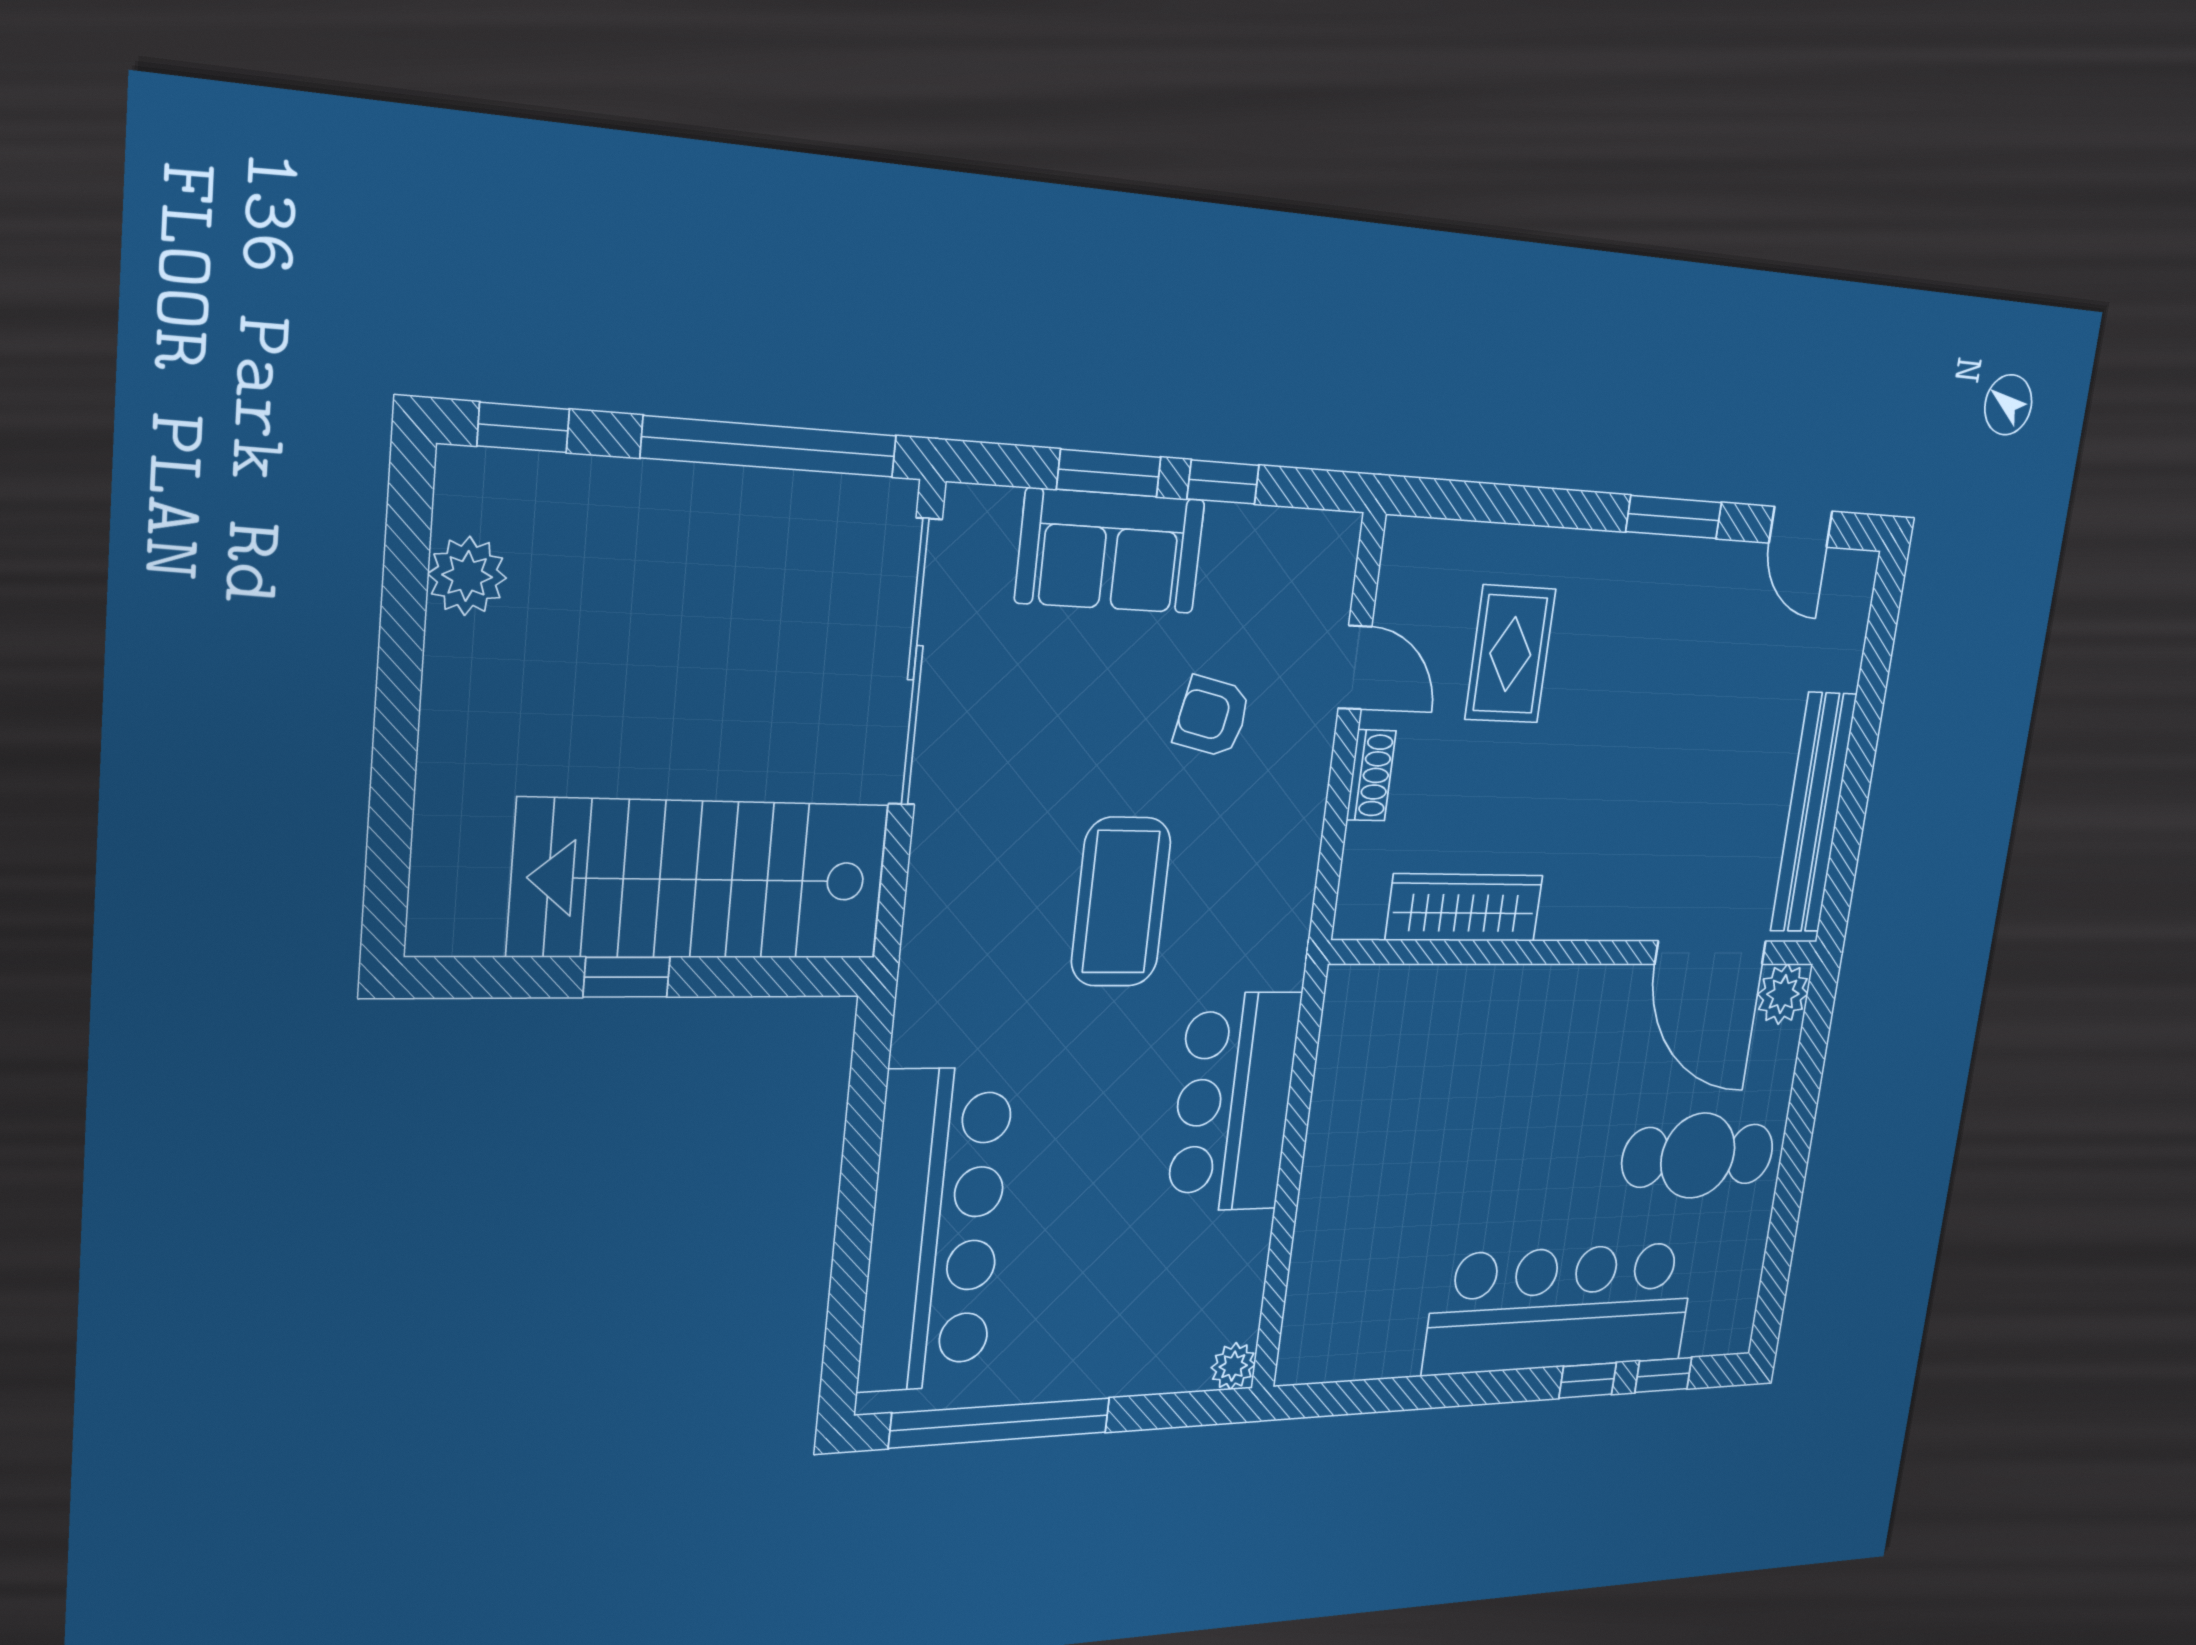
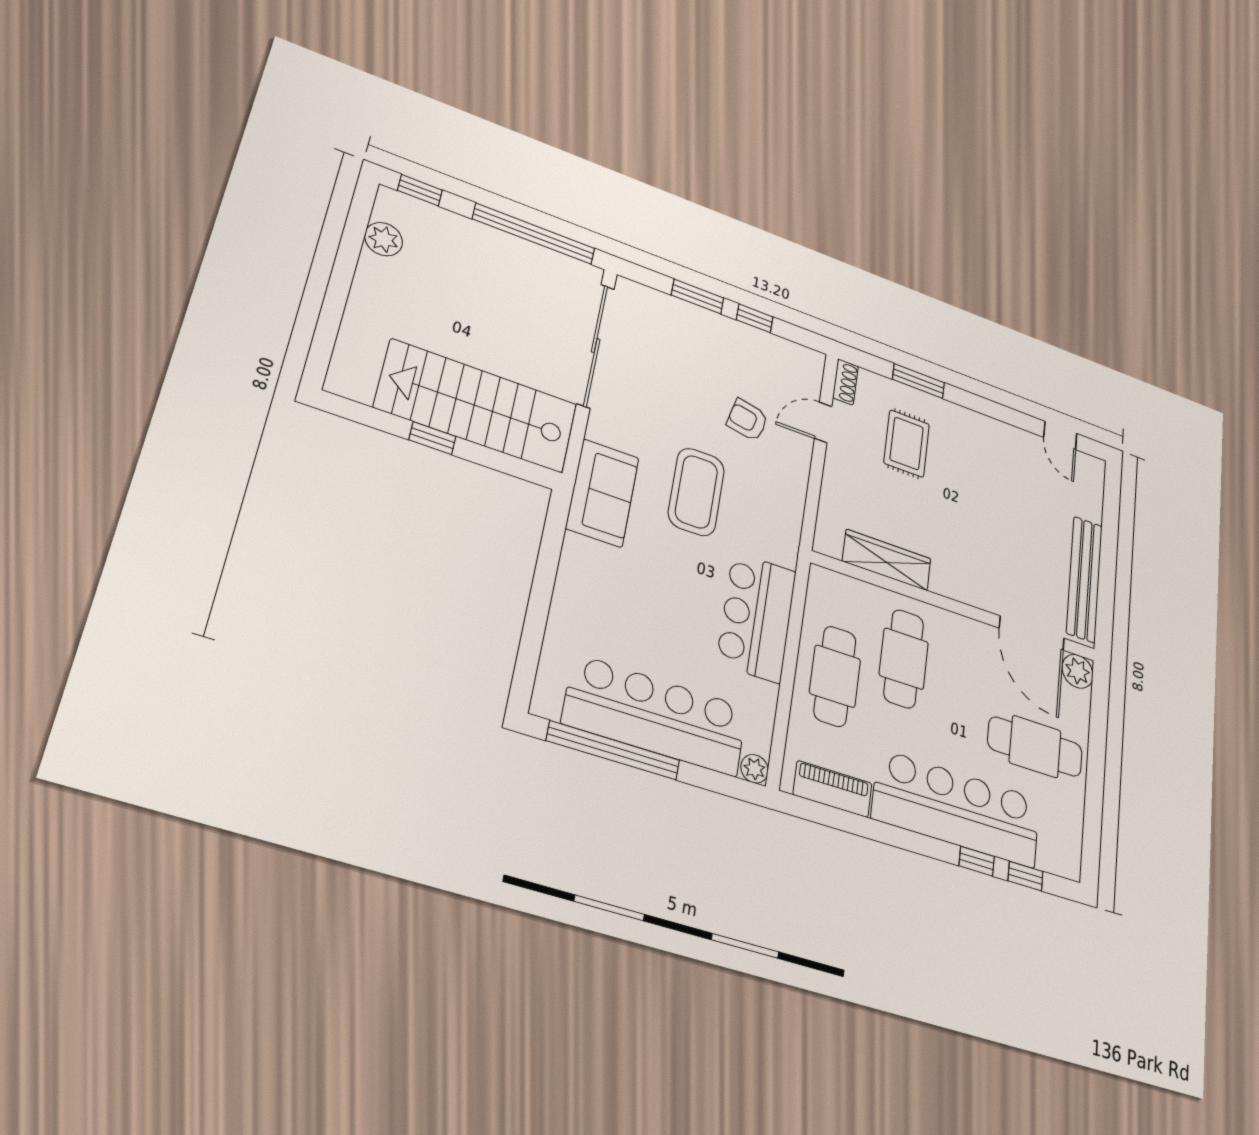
window: (1674, 517) -> (918, 381), moved
sofa: (1110, 551) -> (603, 493), moved, turned -90
door: (1355, 668) -> (823, 422), swing flipped
shoe rack: (1371, 775) -> (845, 382), moved
cafe table: (1486, 1083) -> (904, 659), added
cafe table: (1368, 1158) -> (835, 676), added
bar counter: (936, 1230) -> (656, 715), moved, turned -90
piano: (1361, 1351) -> (833, 789), added

